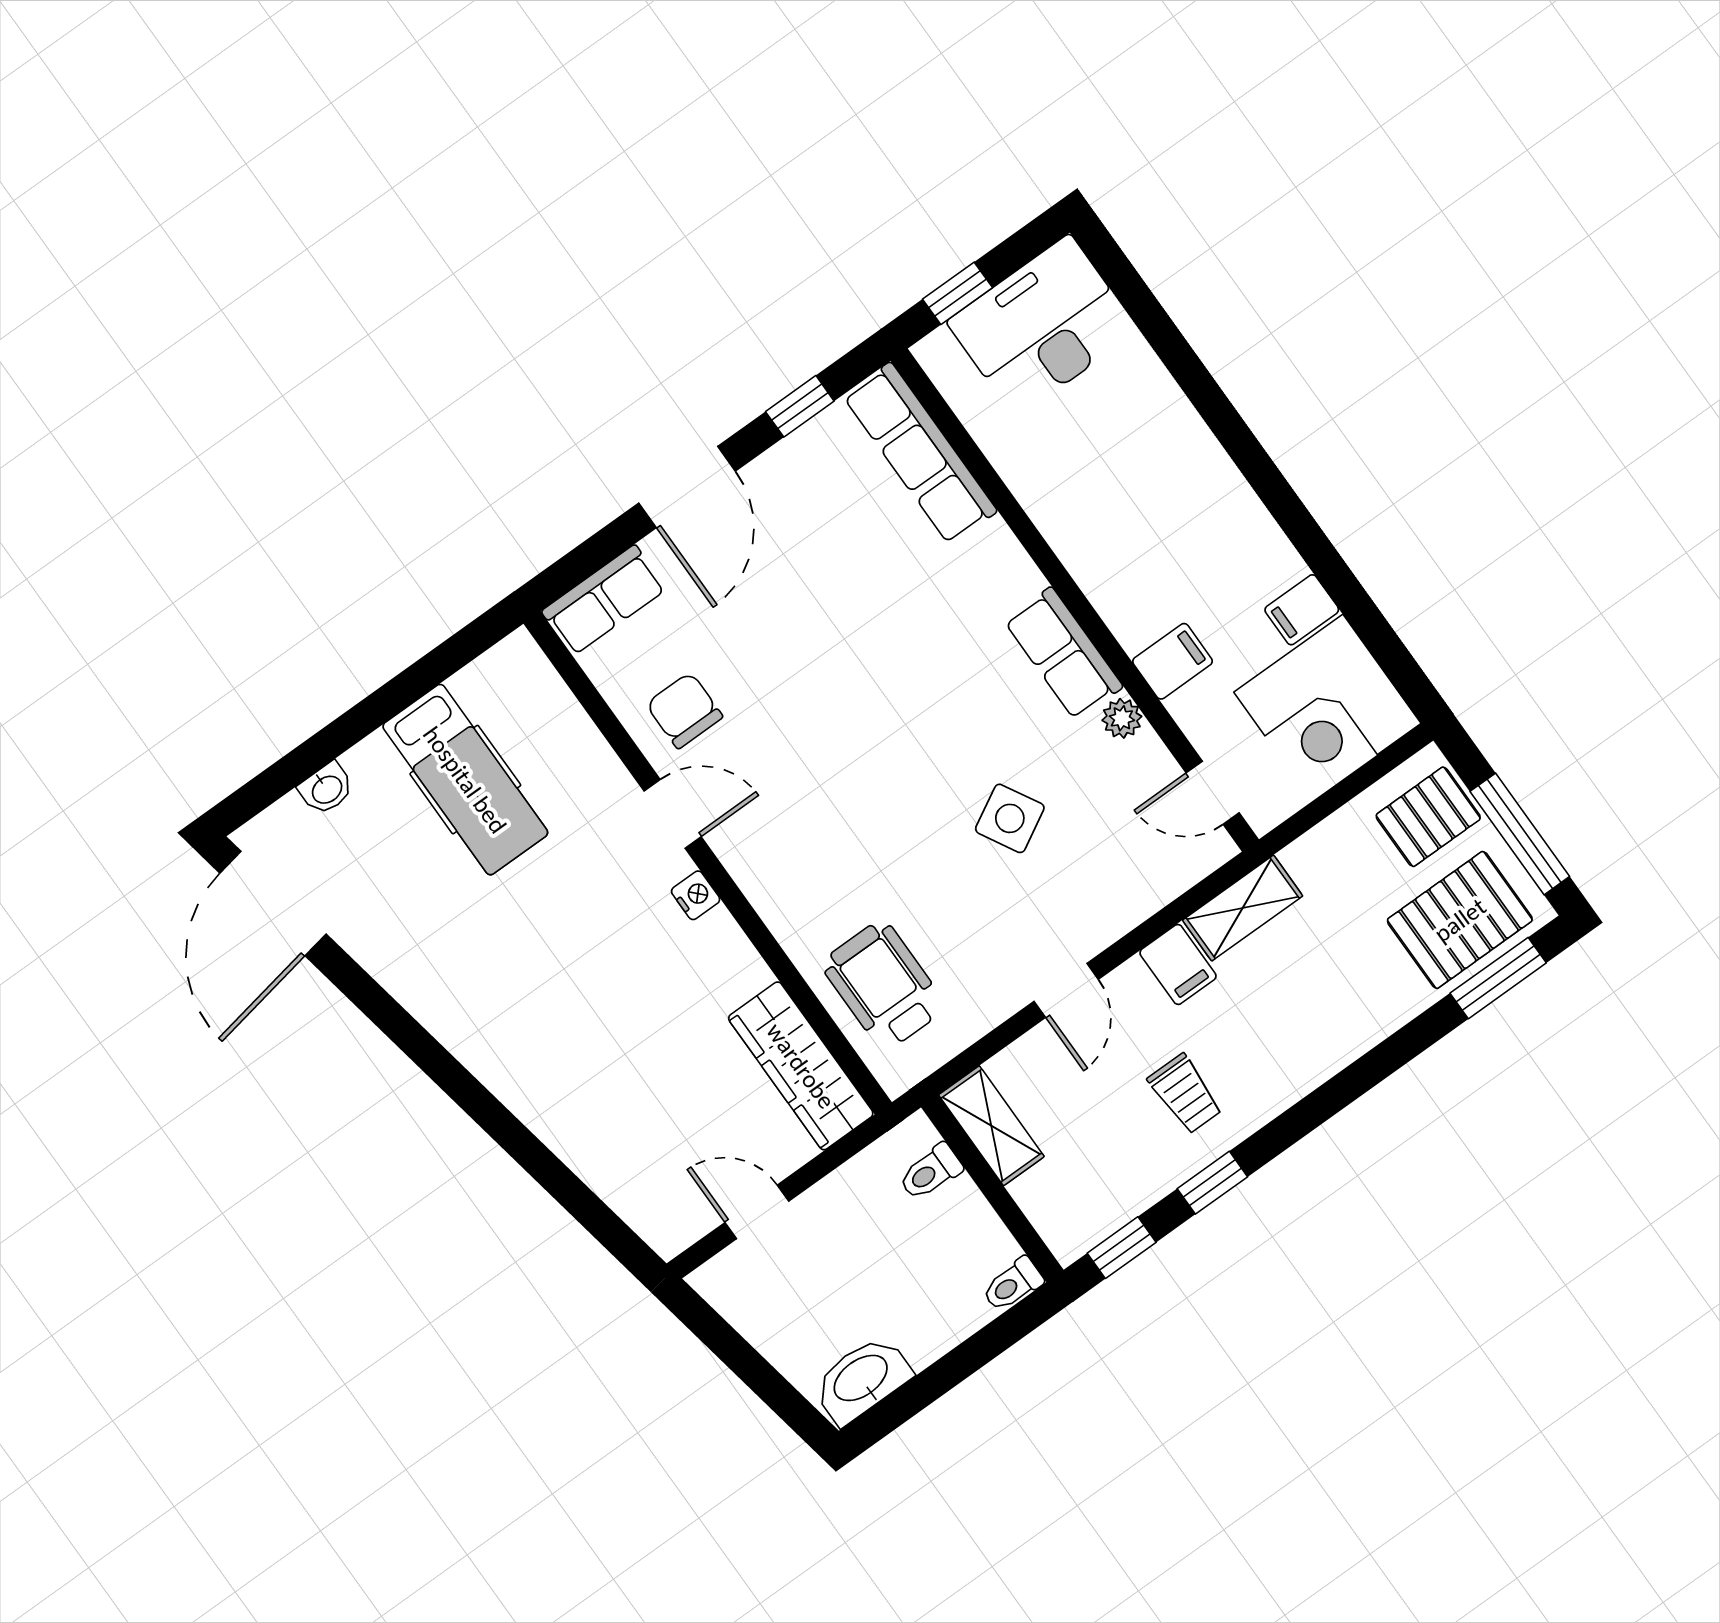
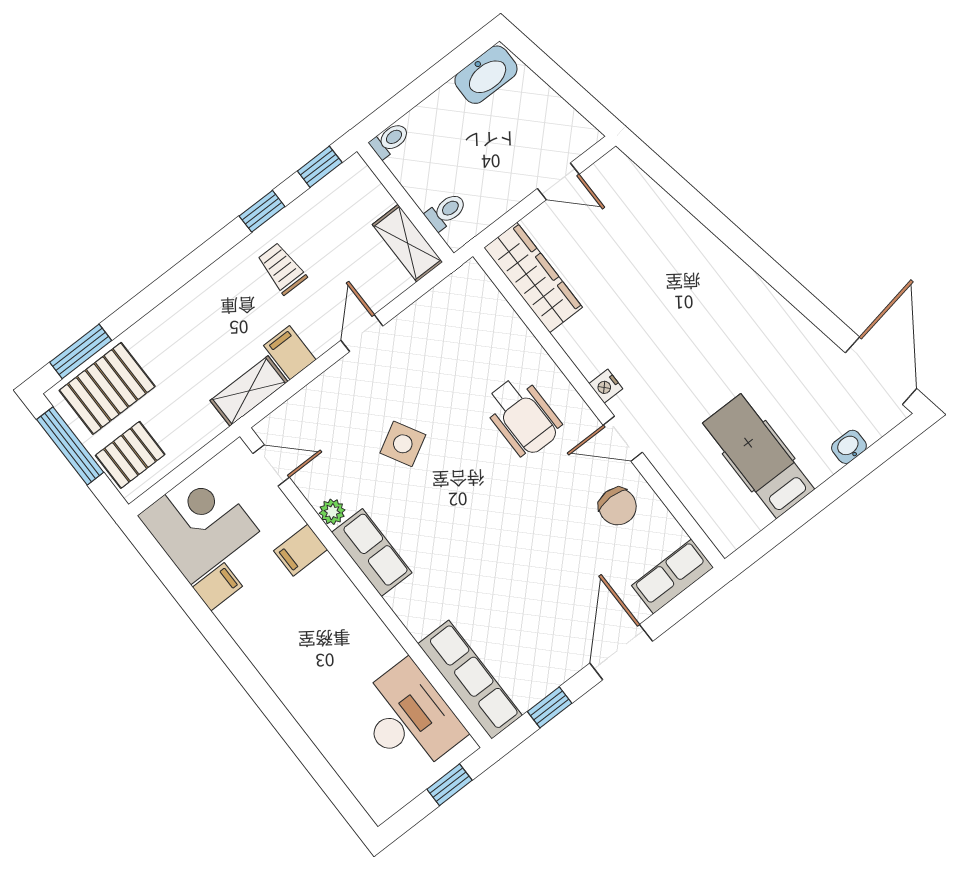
desk: (1042, 326) -> (408, 718), moved, turned -90
wheelchair: (883, 985) -> (523, 416), moved

